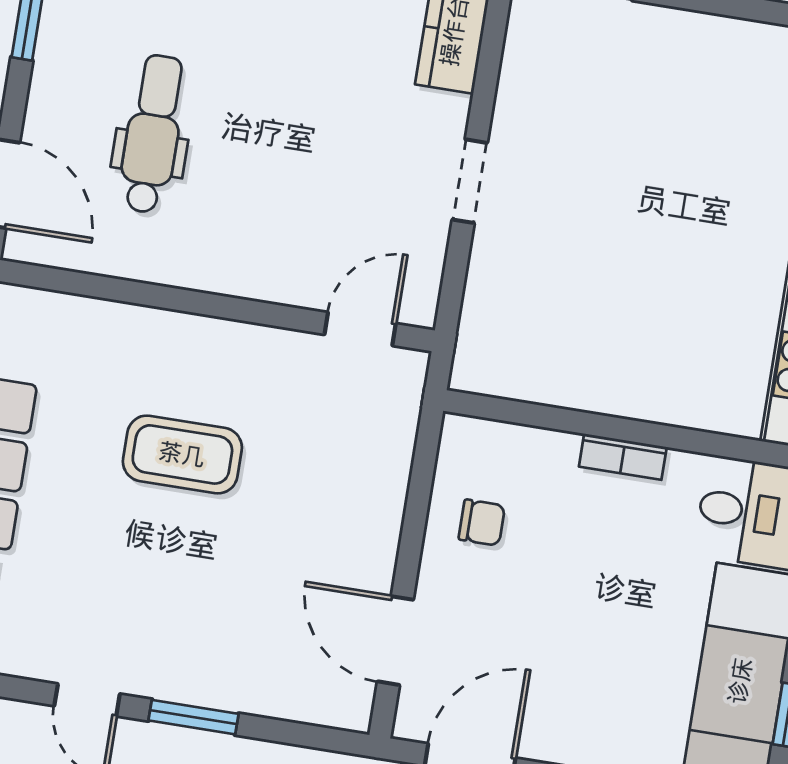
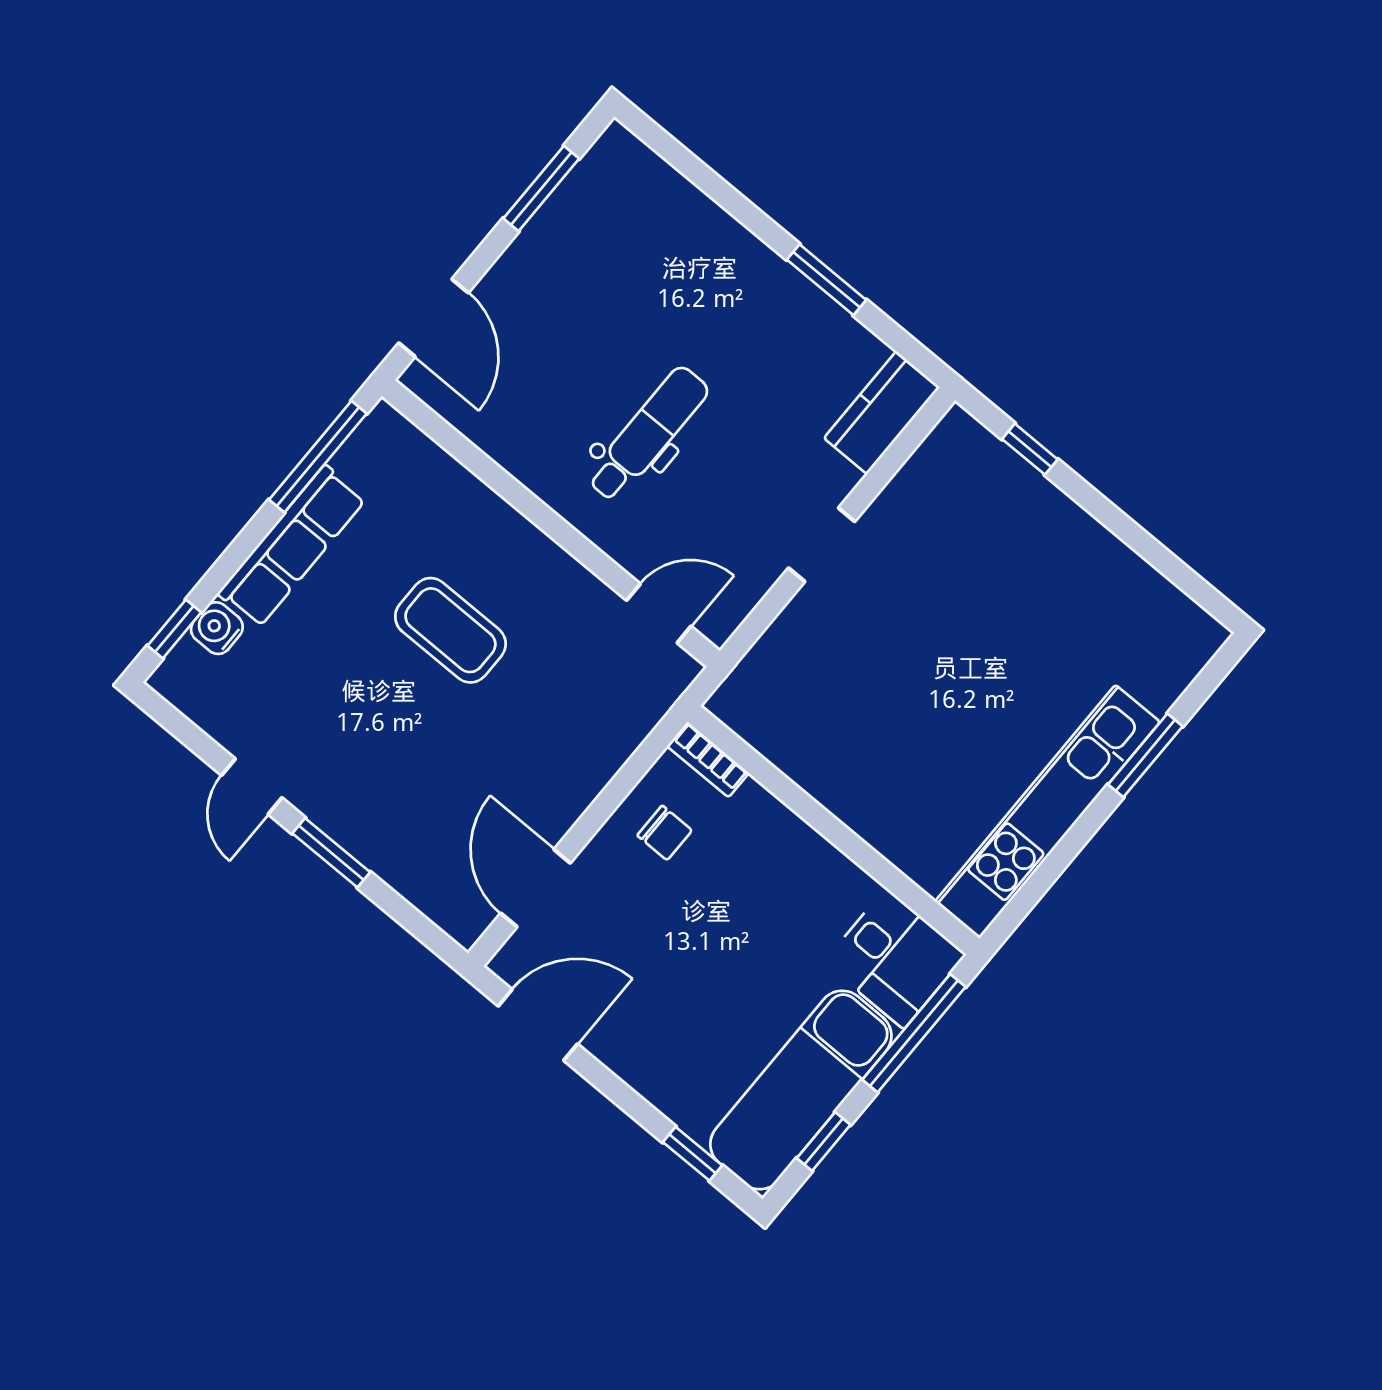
dental chair: (153, 134) -> (648, 434), moved
bookcase: (623, 457) -> (708, 760), moved

